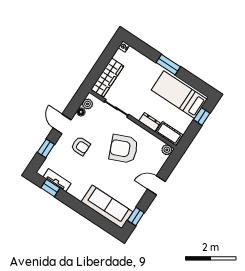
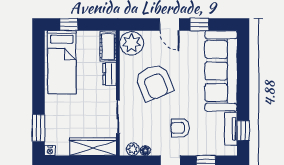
window: (168, 65) -> (39, 128), moved
armchair: (81, 146) -> (180, 128), turned -90
plant: (167, 150) -> (132, 43), width x1.88, depth x1.88
sofa: (107, 207) -> (221, 71), width x1.36, depth x1.27
window: (136, 217) -> (199, 25), moved

